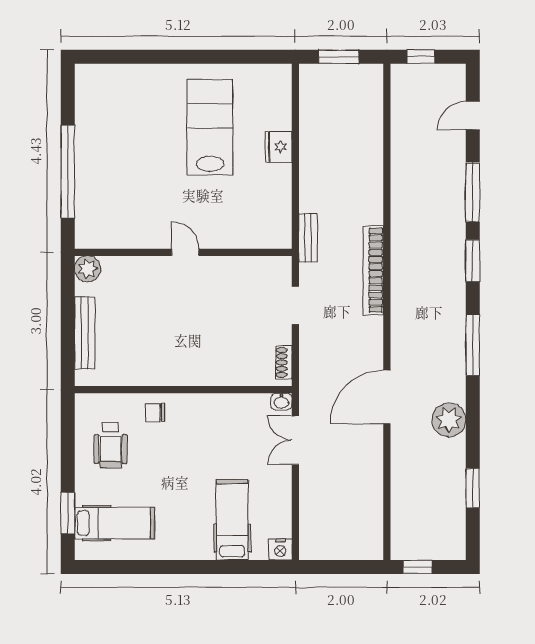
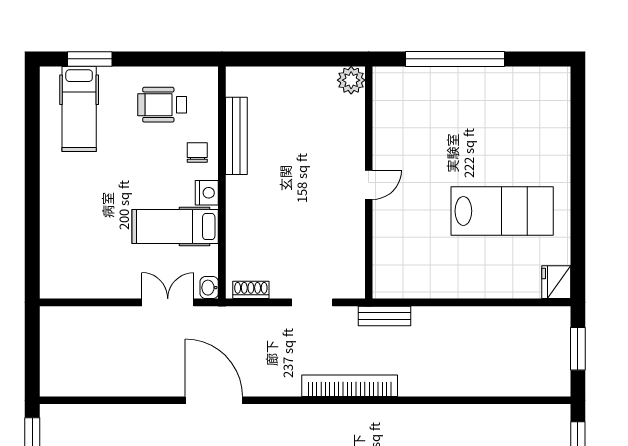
fridge: (279, 147) -> (556, 282), moved, turned -90
bench: (85, 333) -> (236, 136), moved, turned 90
hospital bed: (232, 520) -> (175, 227), moved, turned 180
nightstand: (280, 549) -> (207, 193), moved, turned 180

